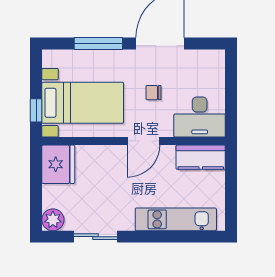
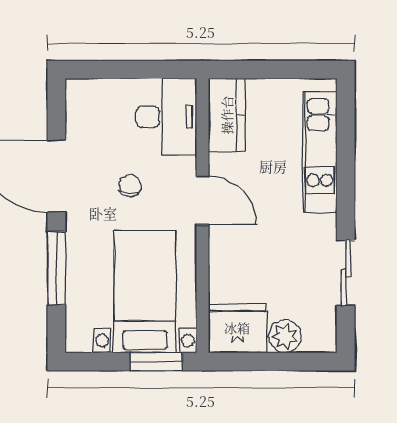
chair: (153, 93) -> (130, 186), turned 180
window: (36, 110) -> (156, 362), width x1.50
plant: (53, 220) -> (285, 336), moved

